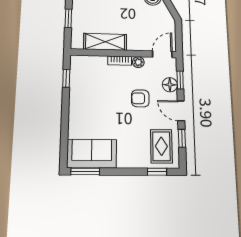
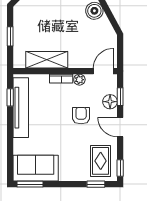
tv unit: (77, 89) -> (21, 108), added
armchair: (140, 98) -> (81, 116), turned 90
window: (182, 138) -> (120, 168), moved

